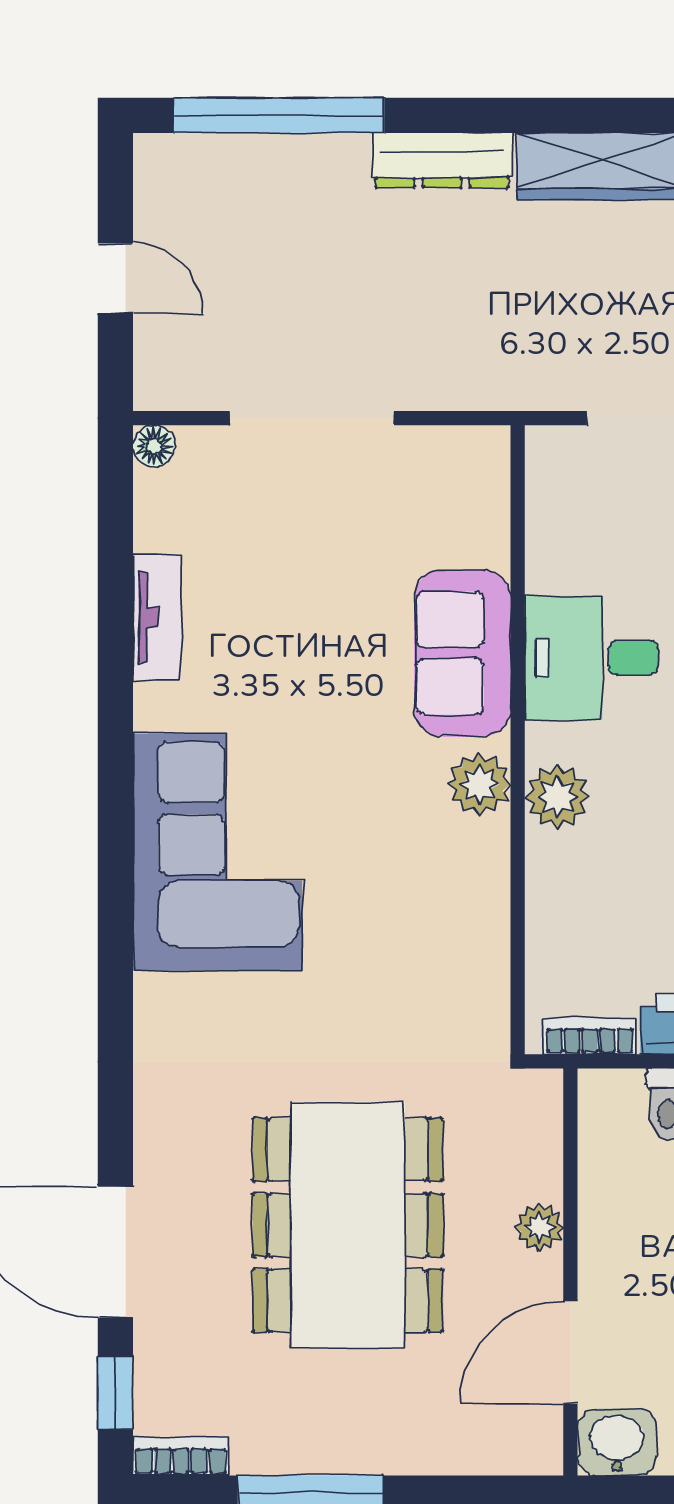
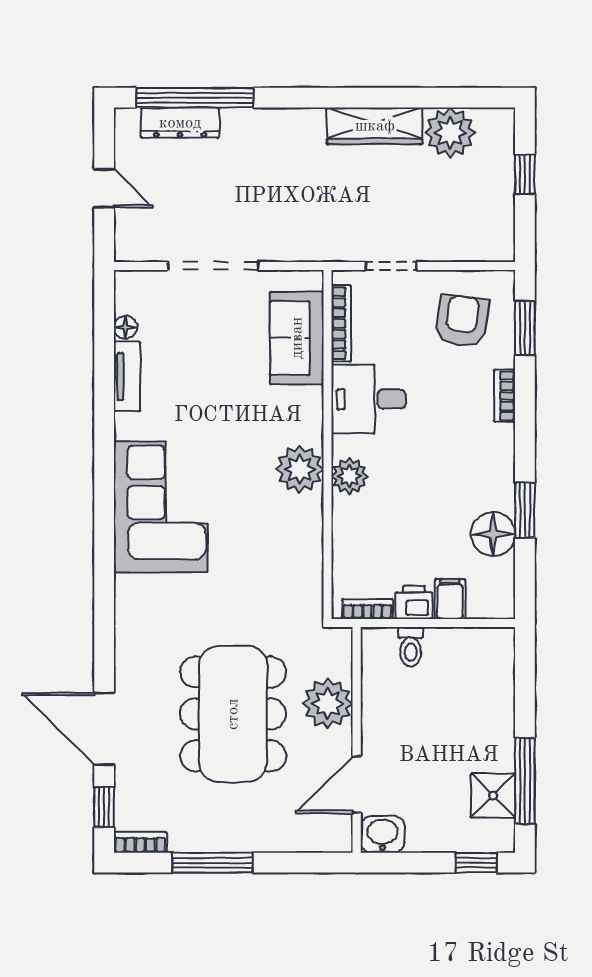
dresser: (442, 160) -> (180, 123), moved
floor lamp: (154, 446) -> (125, 327), moved
bookcase: (542, 522) -> (341, 324), added
sofa: (462, 653) -> (297, 338), moved
plant: (479, 784) -> (300, 469), width x1.36, depth x1.36
plant: (539, 1227) -> (328, 703), width x1.88, depth x1.88

